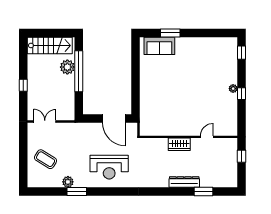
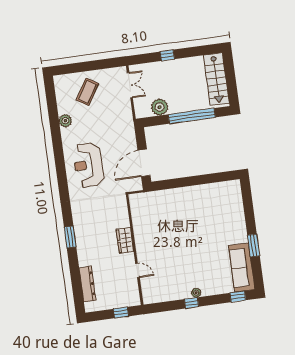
window: (170, 33) -> (254, 245), moved
sofa: (159, 46) -> (242, 268), moved, width x1.36
plant: (67, 67) -> (160, 107), moved
dresser: (184, 182) -> (88, 284), moved
window: (77, 192) -> (56, 132), removed
window: (203, 192) -> (70, 237), moved

